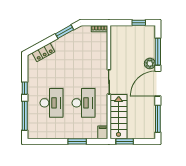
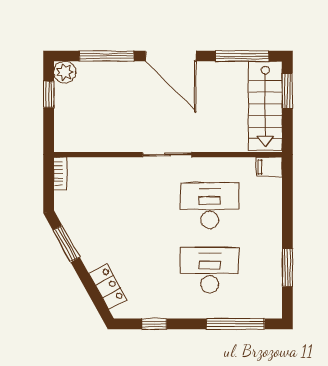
plant: (150, 64) -> (65, 72), moved
window: (25, 88) -> (154, 324), moved
stairs: (119, 117) -> (265, 106), moved, turned -90
window: (77, 141) -> (287, 268), moved
window: (125, 141) -> (287, 91), moved

